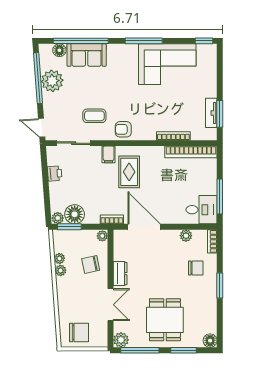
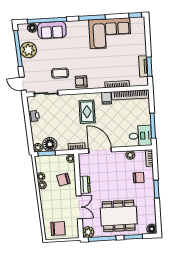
filing cabinet: (109, 154) -> (106, 98), moved
dining table: (165, 320) -> (119, 216), width x1.38

